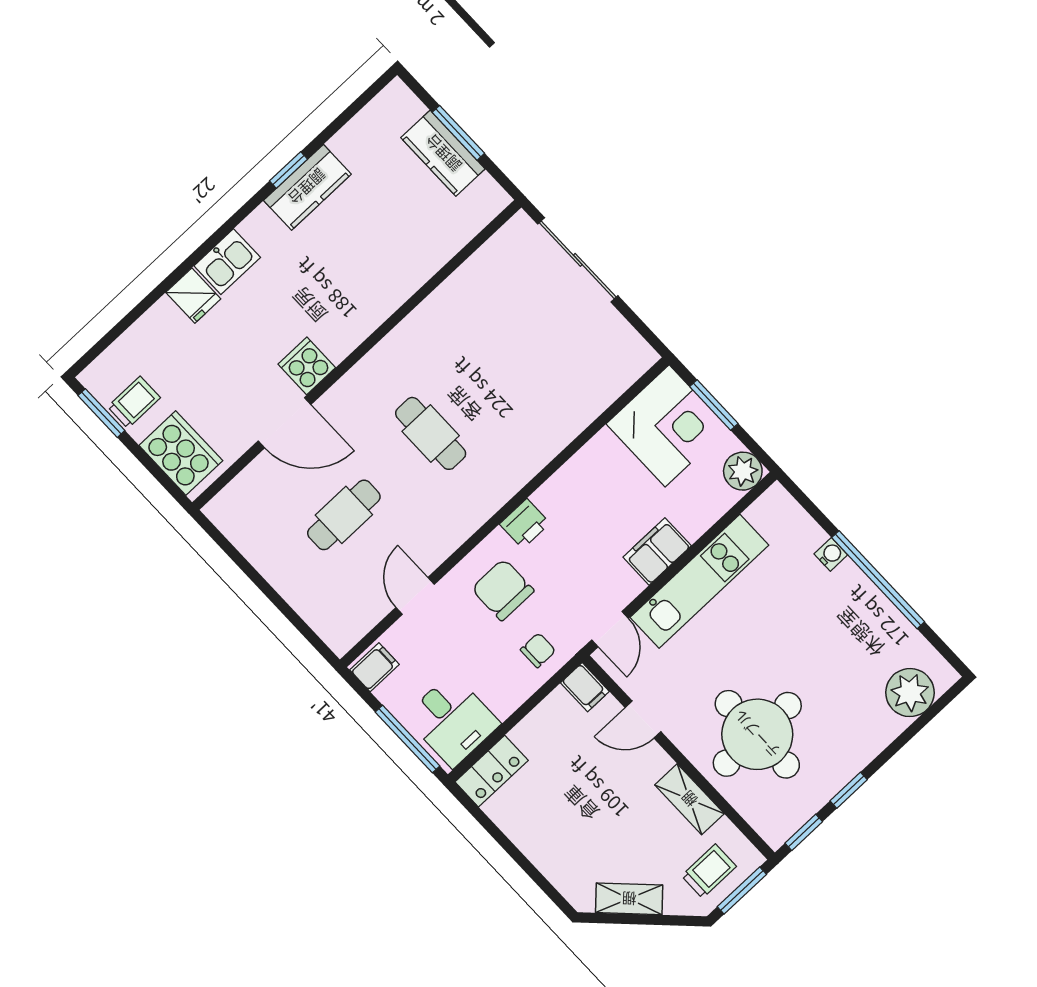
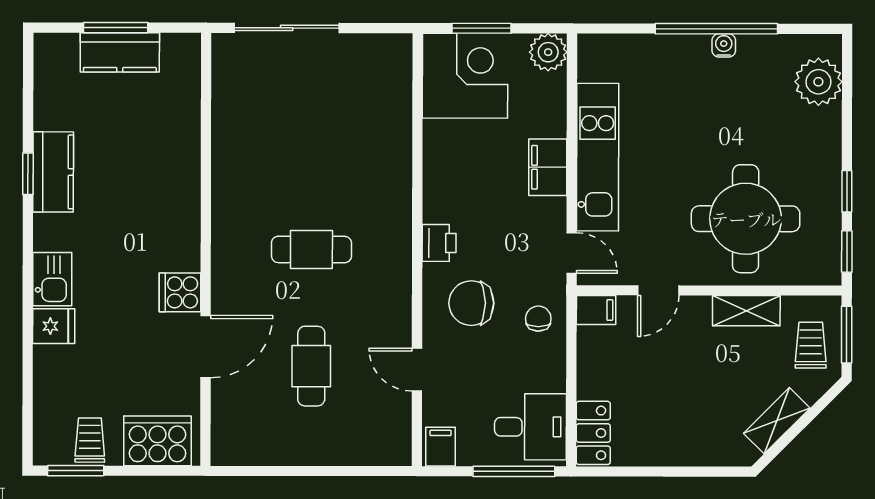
water cooler: (831, 554) -> (724, 45), moved

